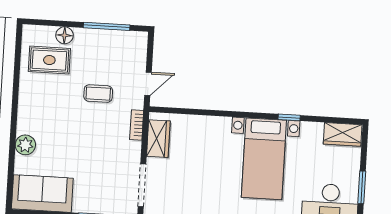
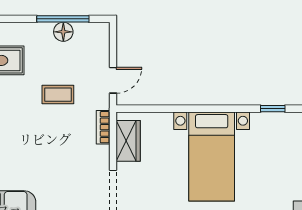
floor lamp: (64, 35) -> (63, 32), moved
bed with nightstands: (264, 159) -> (212, 156), moved

